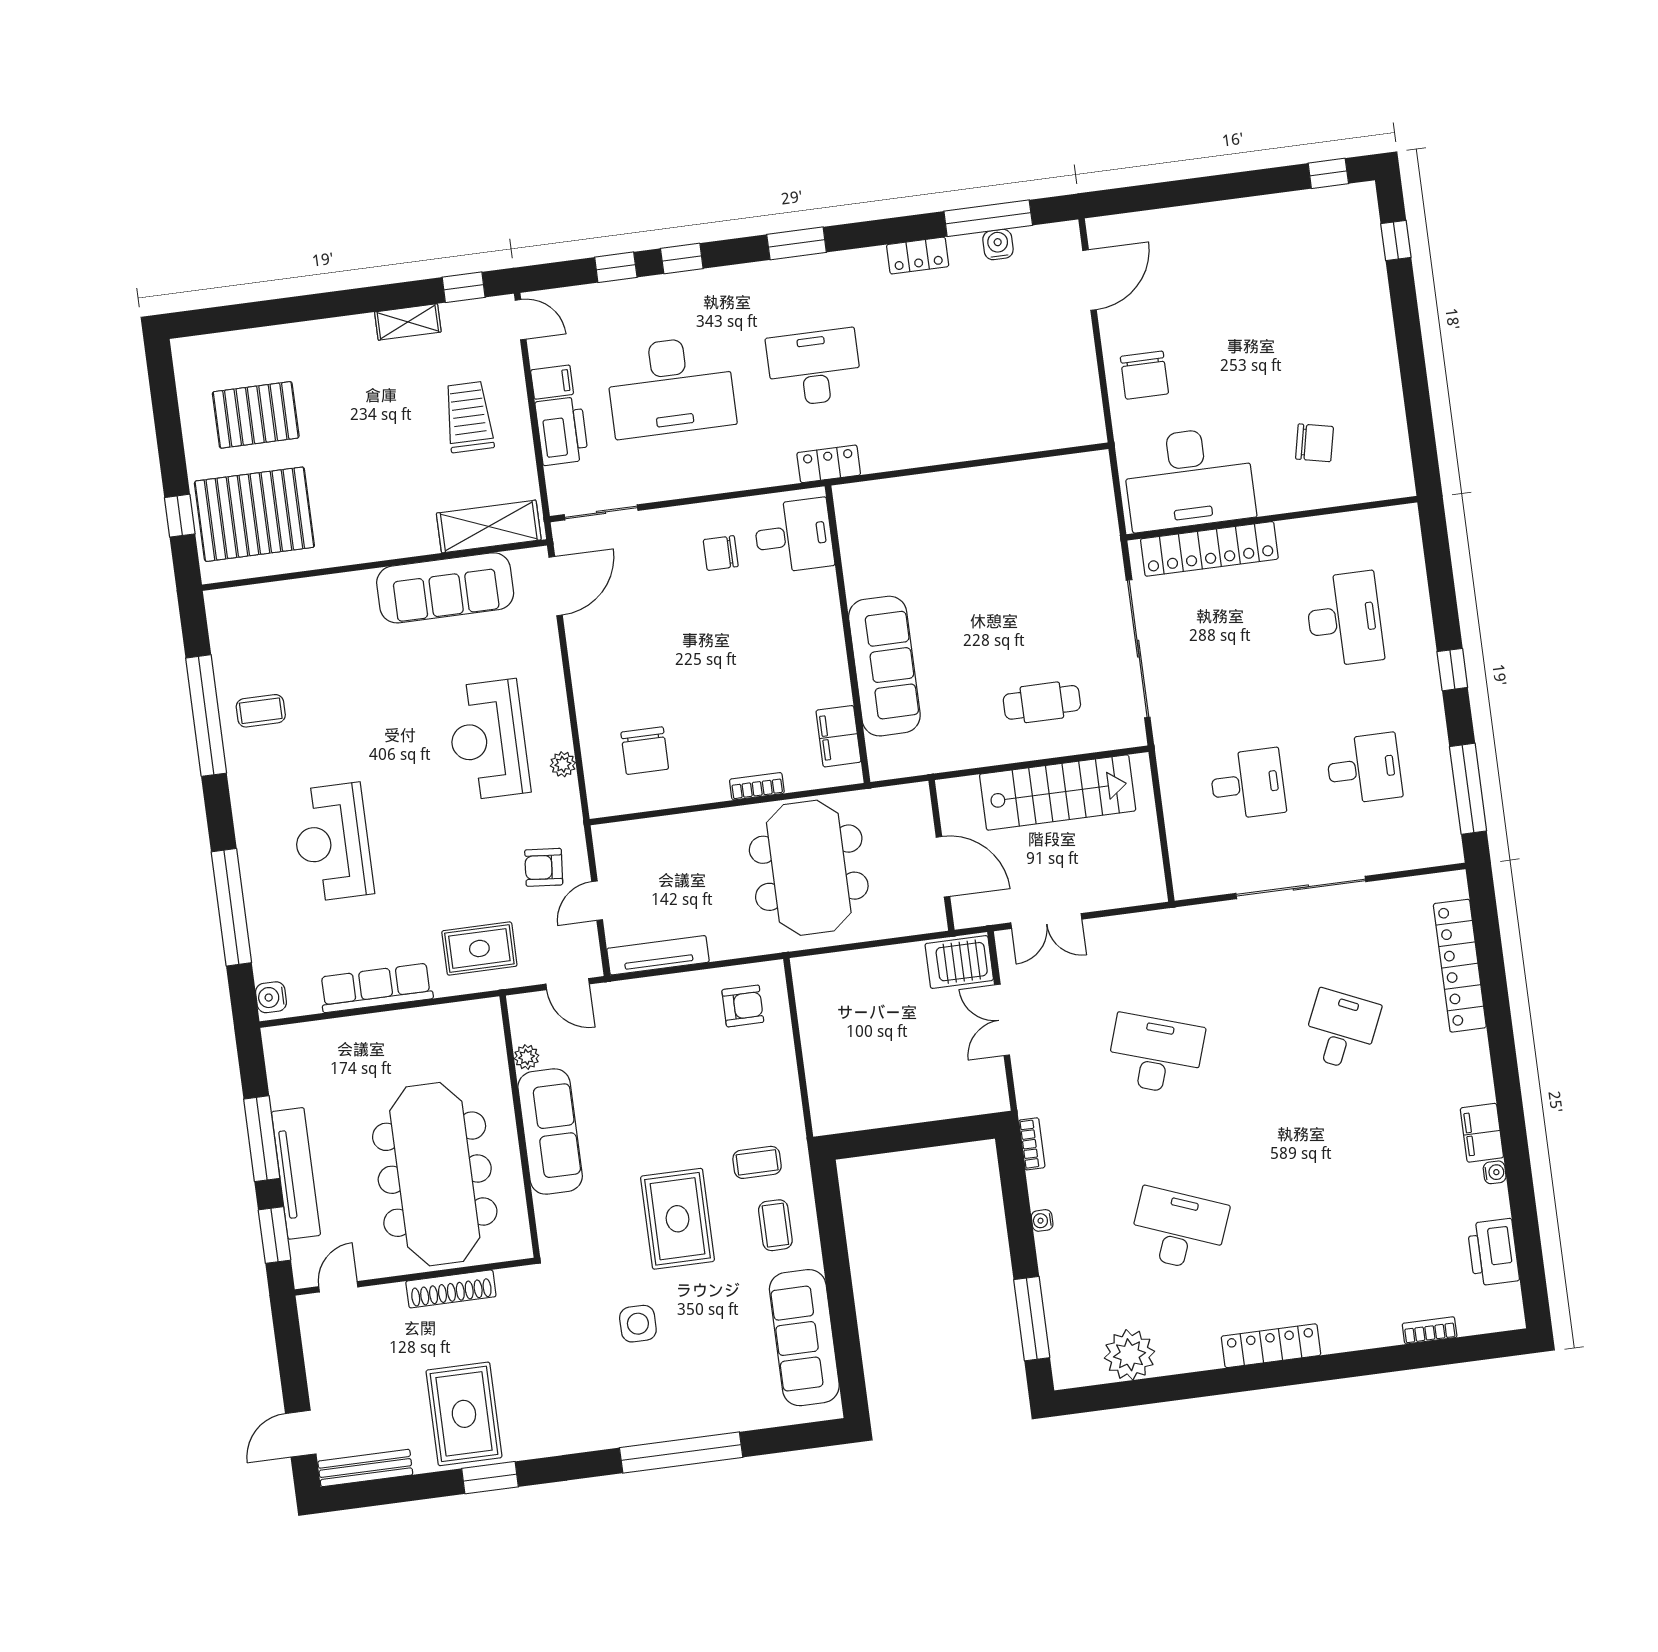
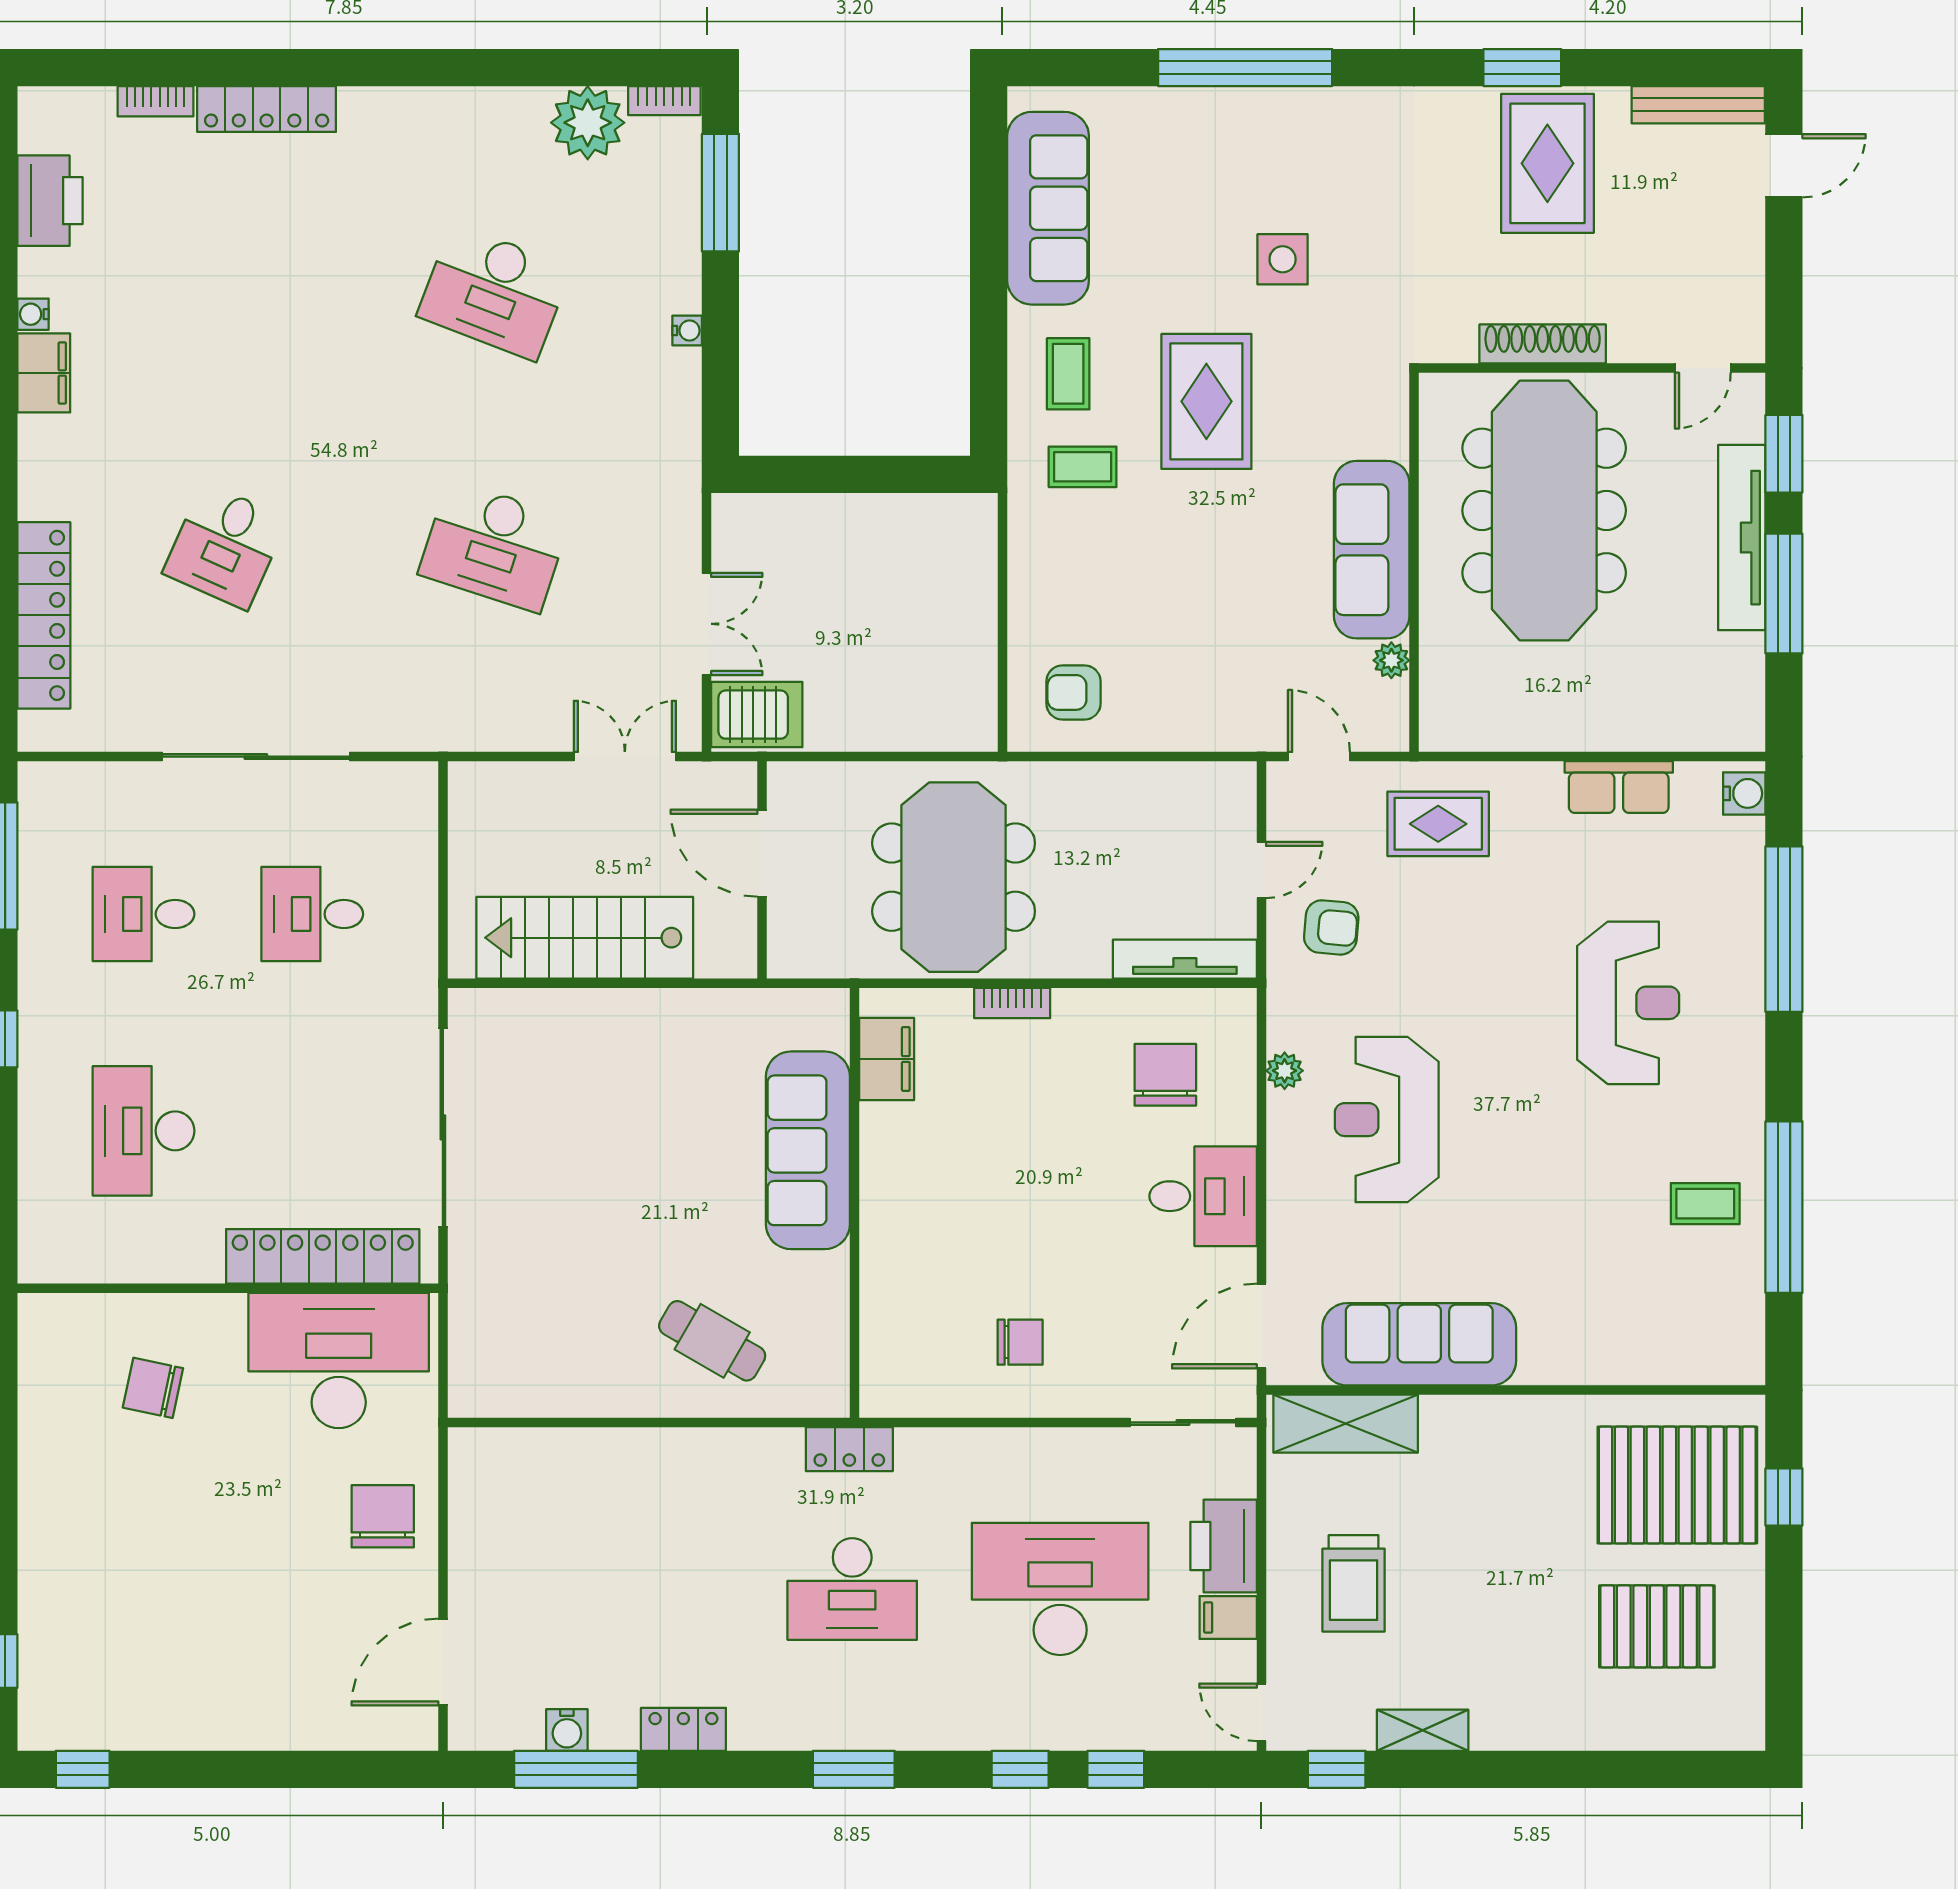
desk: (794, 536) -> (1203, 1196), moved, turned 180
cafe table: (1042, 702) -> (712, 1341), moved, turned 30
reception desk: (488, 740) -> (1387, 1120), turned 180
tv unit: (658, 955) -> (1185, 959), moved, turned 180
row of seats: (376, 988) -> (1619, 787), width x0.68
bookcase: (1032, 1144) -> (664, 101), moved, turned -90
locker: (1271, 1346) -> (267, 109), moved

